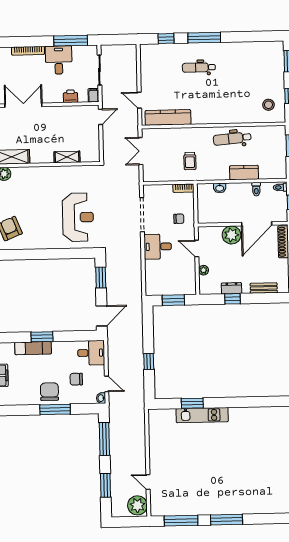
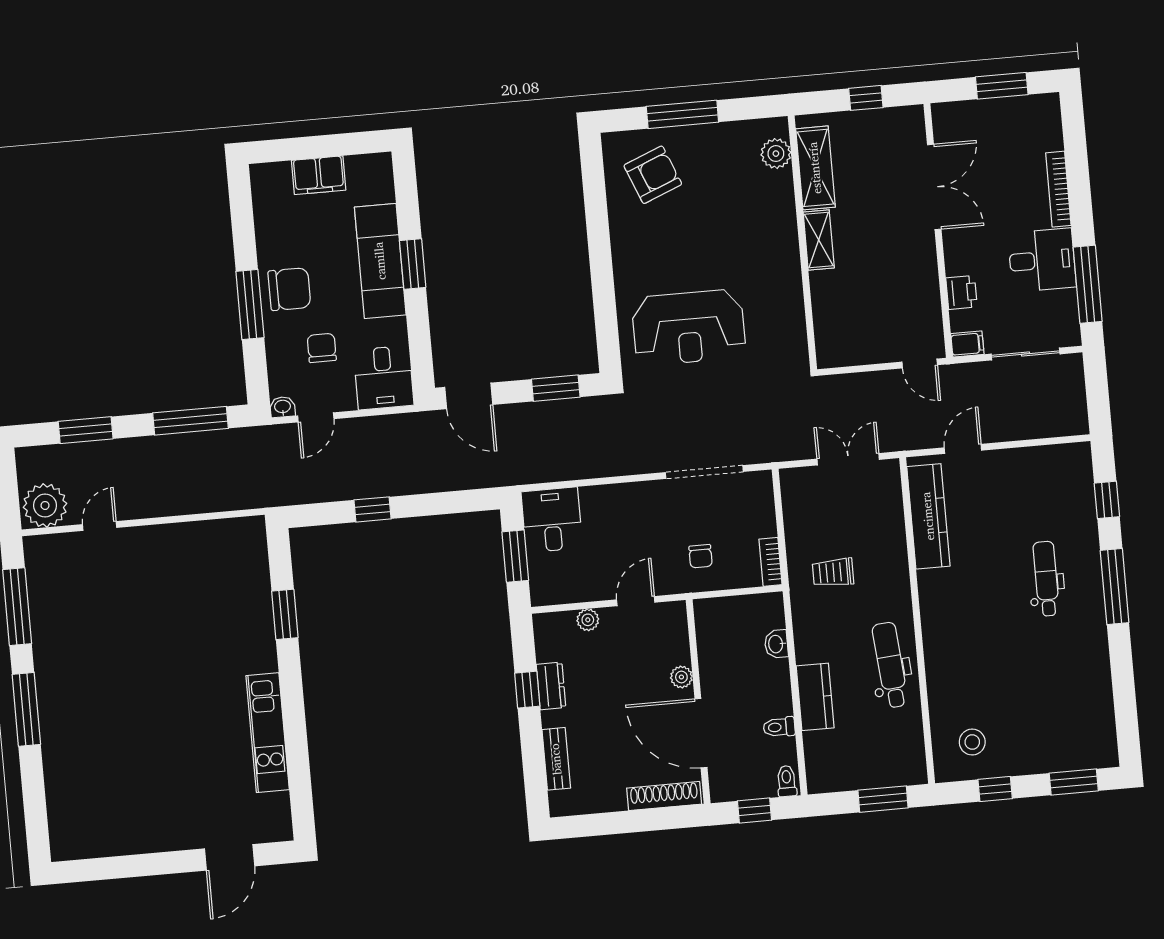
shelving: (67, 157) -> (819, 240), moved
plant: (231, 235) -> (681, 677), width x0.53, depth x0.53
desk: (158, 247) -> (552, 520), moved
exam couch: (33, 348) -> (380, 261), width x1.36, depth x1.45
kitchen unit: (202, 415) -> (268, 733), moved

